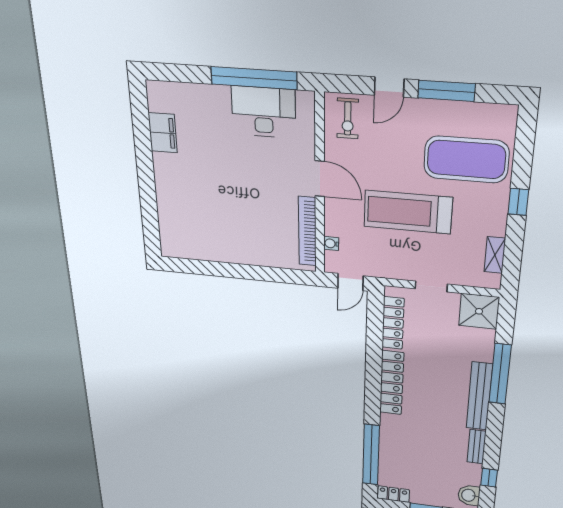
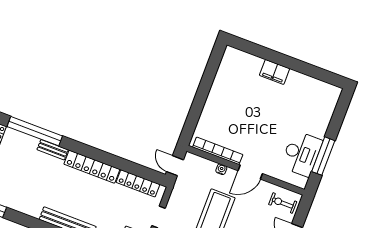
window: (254, 78) -> (323, 156), width x0.68
filing cabinet: (163, 133) -> (275, 72), moved
water cooler: (331, 244) -> (221, 169), moved
bench: (477, 447) -> (53, 150), moved

